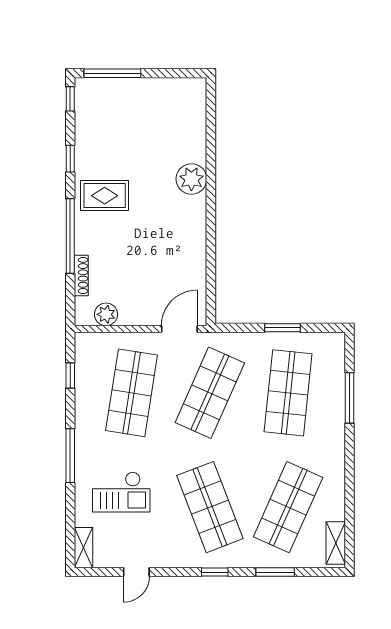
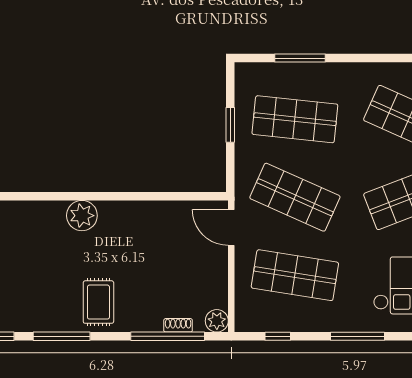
window: (70, 159) -> (62, 336), width x2.17
window: (70, 236) -> (168, 336), moved
shoe rack: (81, 275) -> (178, 325), width x0.70
plant: (106, 314) -> (217, 321), moved

